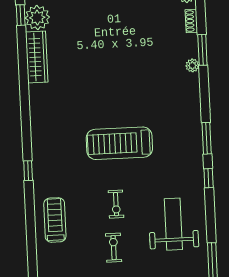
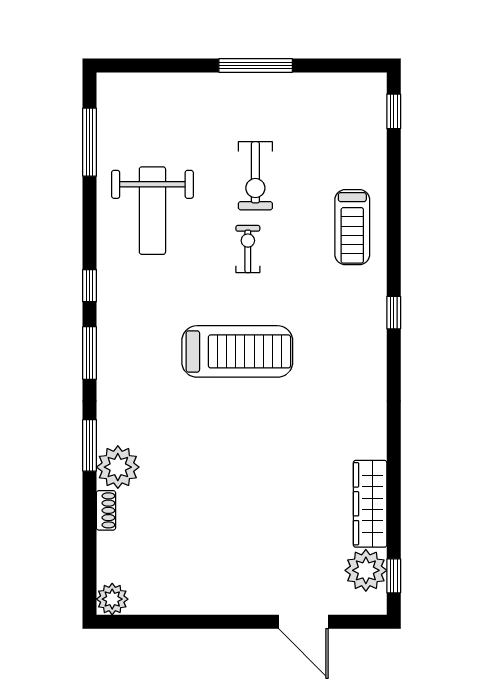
shoe rack: (191, 21) -> (106, 510), moved
window: (202, 50) -> (90, 445), moved
plant: (192, 65) -> (118, 467), width x1.88, depth x1.88
exercise bike: (114, 248) -> (255, 176), width x1.38, depth x1.39

